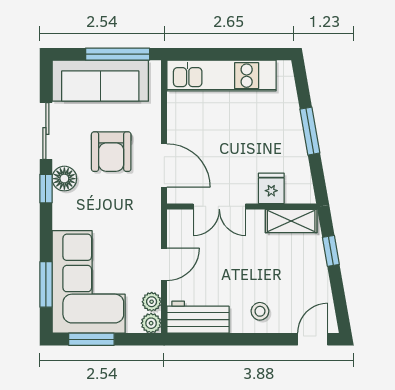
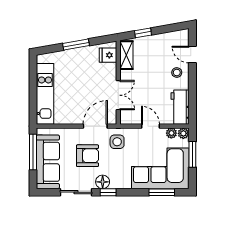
fridge: (271, 188) -> (108, 55), moved
side table: (136, 205) -> (117, 142), added
window: (91, 339) -> (192, 154), moved
door: (313, 339) -> (192, 55), moved

